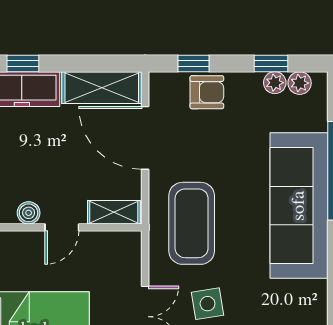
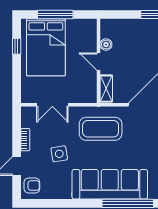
side table: (208, 304) -> (59, 154), moved

